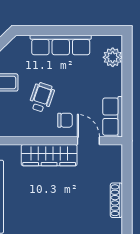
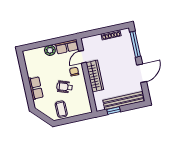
row of seats: (61, 45) -> (36, 88), width x0.68
plant: (113, 57) -> (50, 50), moved

